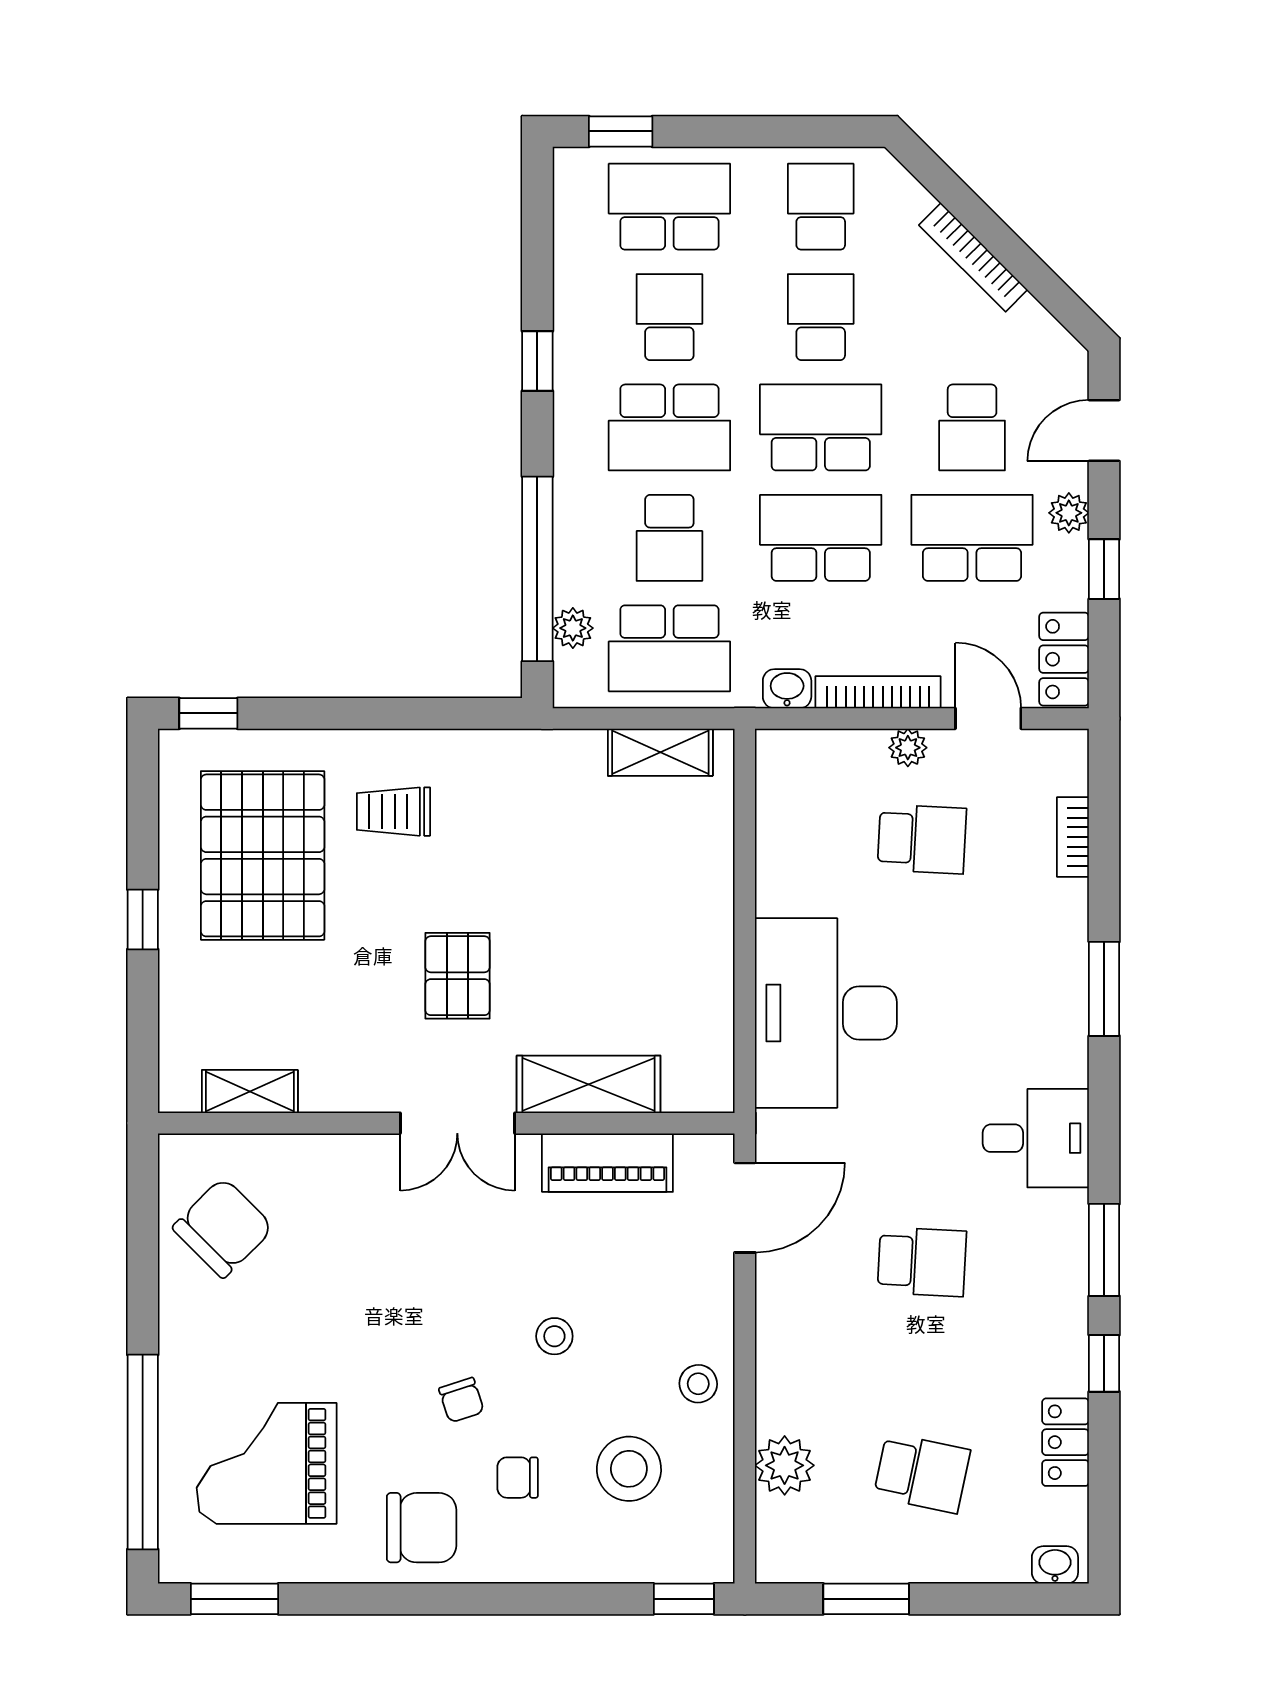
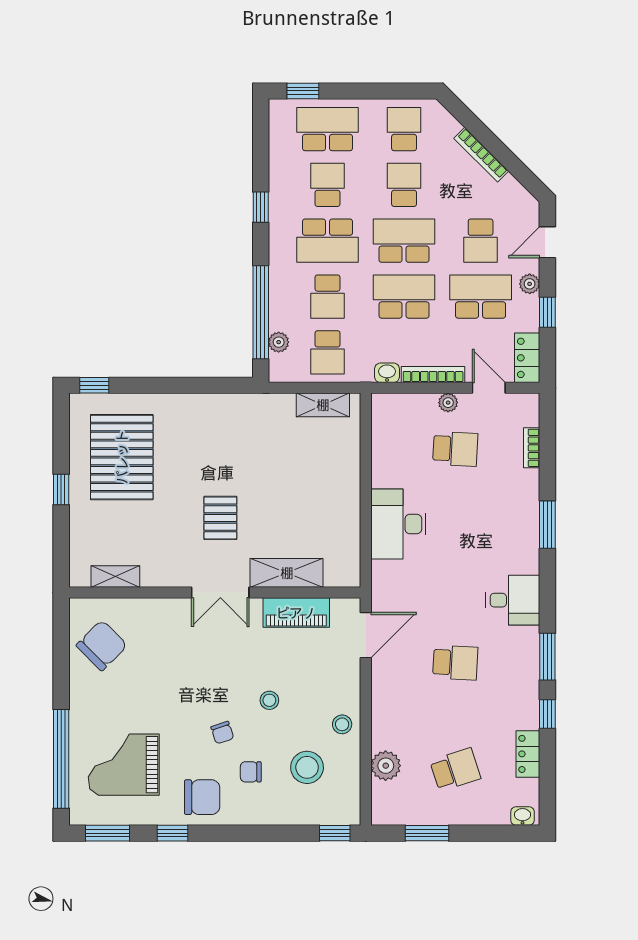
school desk: (669, 648) -> (328, 352), width x0.54
trolley: (393, 812) -> (188, 435), removed
desk: (826, 1013) -> (398, 524), width x0.73, depth x0.77
school desk: (922, 1473) -> (455, 770), turned -30
window: (363, 1599) -> (172, 833), added

